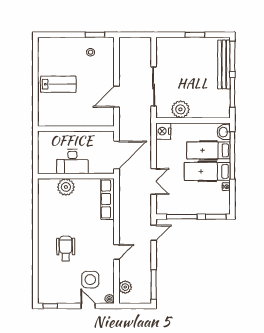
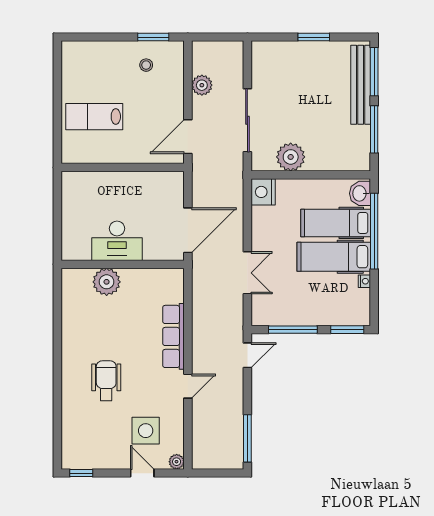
lab bench: (58, 84) -> (94, 117), turned 180
wall: (76, 129) -> (123, 167), moved
row of seats: (108, 199) -> (173, 336), moved
plant: (125, 287) -> (202, 85), moved

